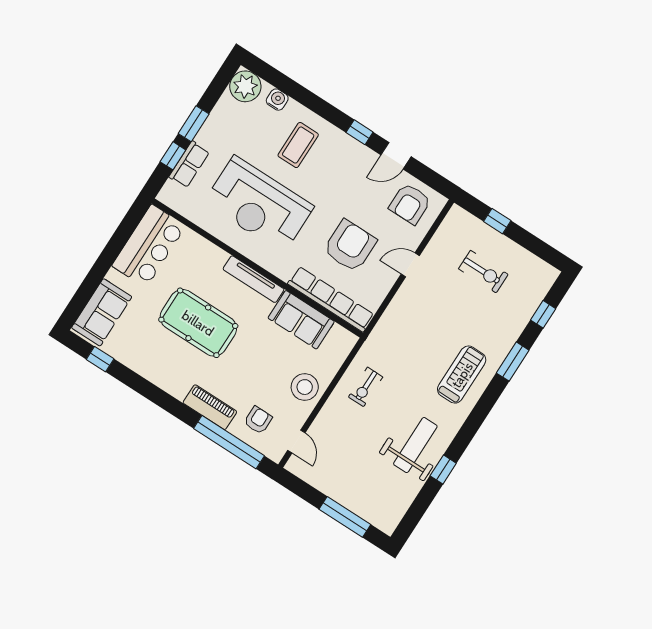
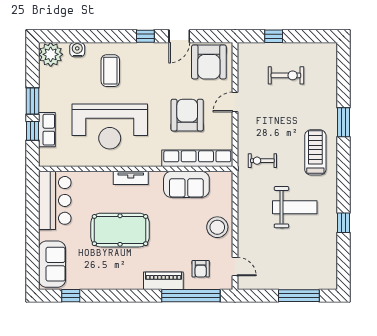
armchair: (410, 204) -> (209, 62), width x1.36, depth x1.36
tv unit: (254, 279) -> (131, 178), width x0.71
window: (543, 314) -> (343, 78), removed
exercise bike: (366, 387) -> (262, 161), moved, turned 90
armchair: (258, 420) -> (201, 269), turned 180
weight bench: (415, 445) -> (295, 207), moved, turned 90

